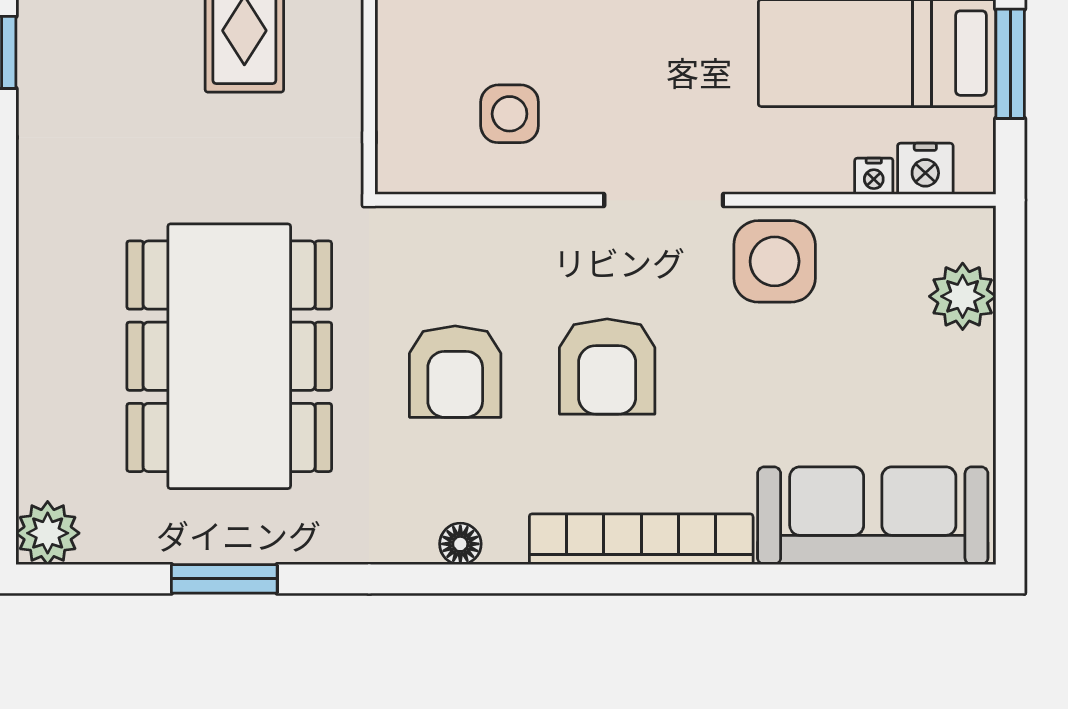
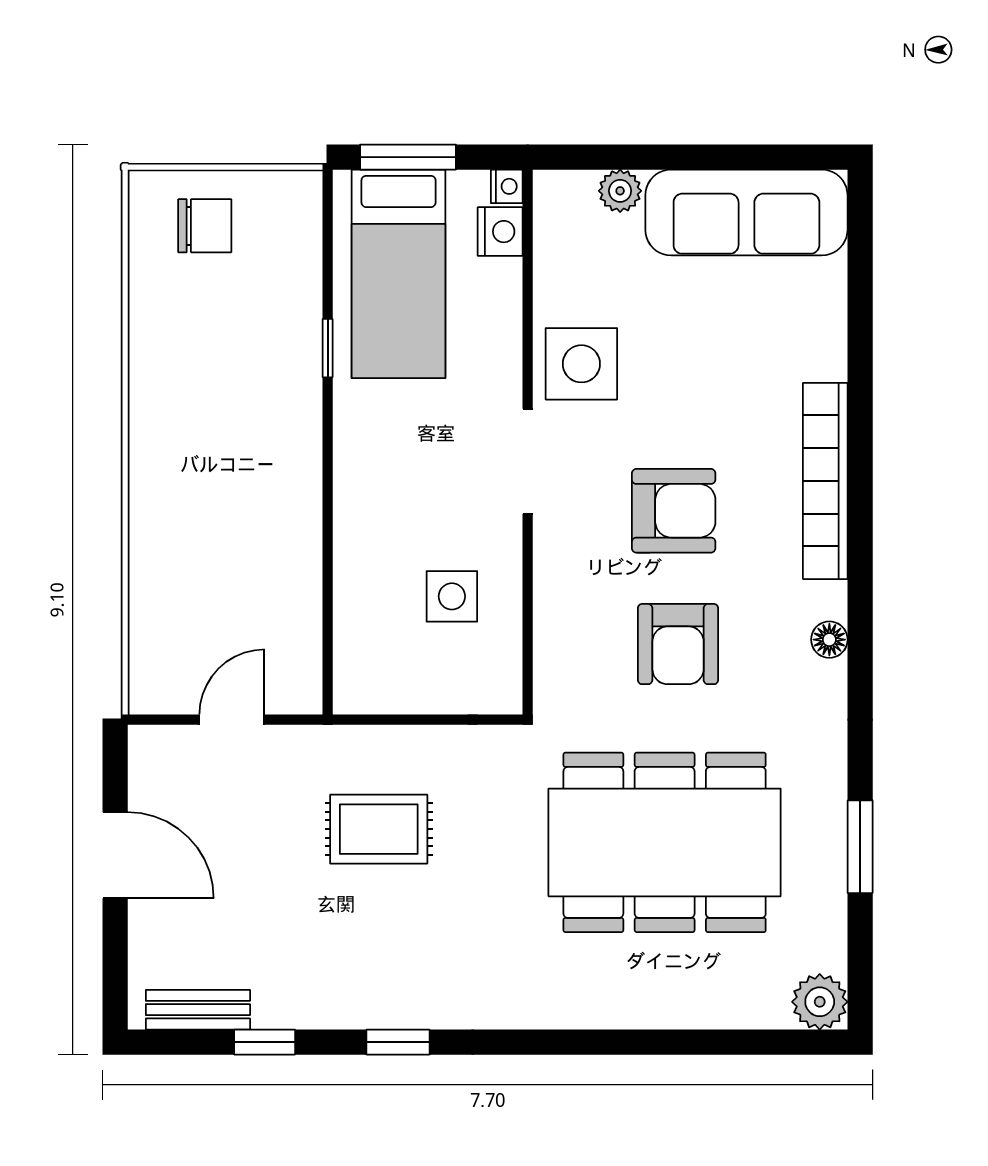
nightstand: (874, 176) -> (507, 186), moved
plant: (963, 296) -> (620, 191), width x0.73, depth x0.73
armchair: (455, 372) -> (678, 644), turned 90
sofa: (873, 516) -> (746, 213), moved, turned -90

